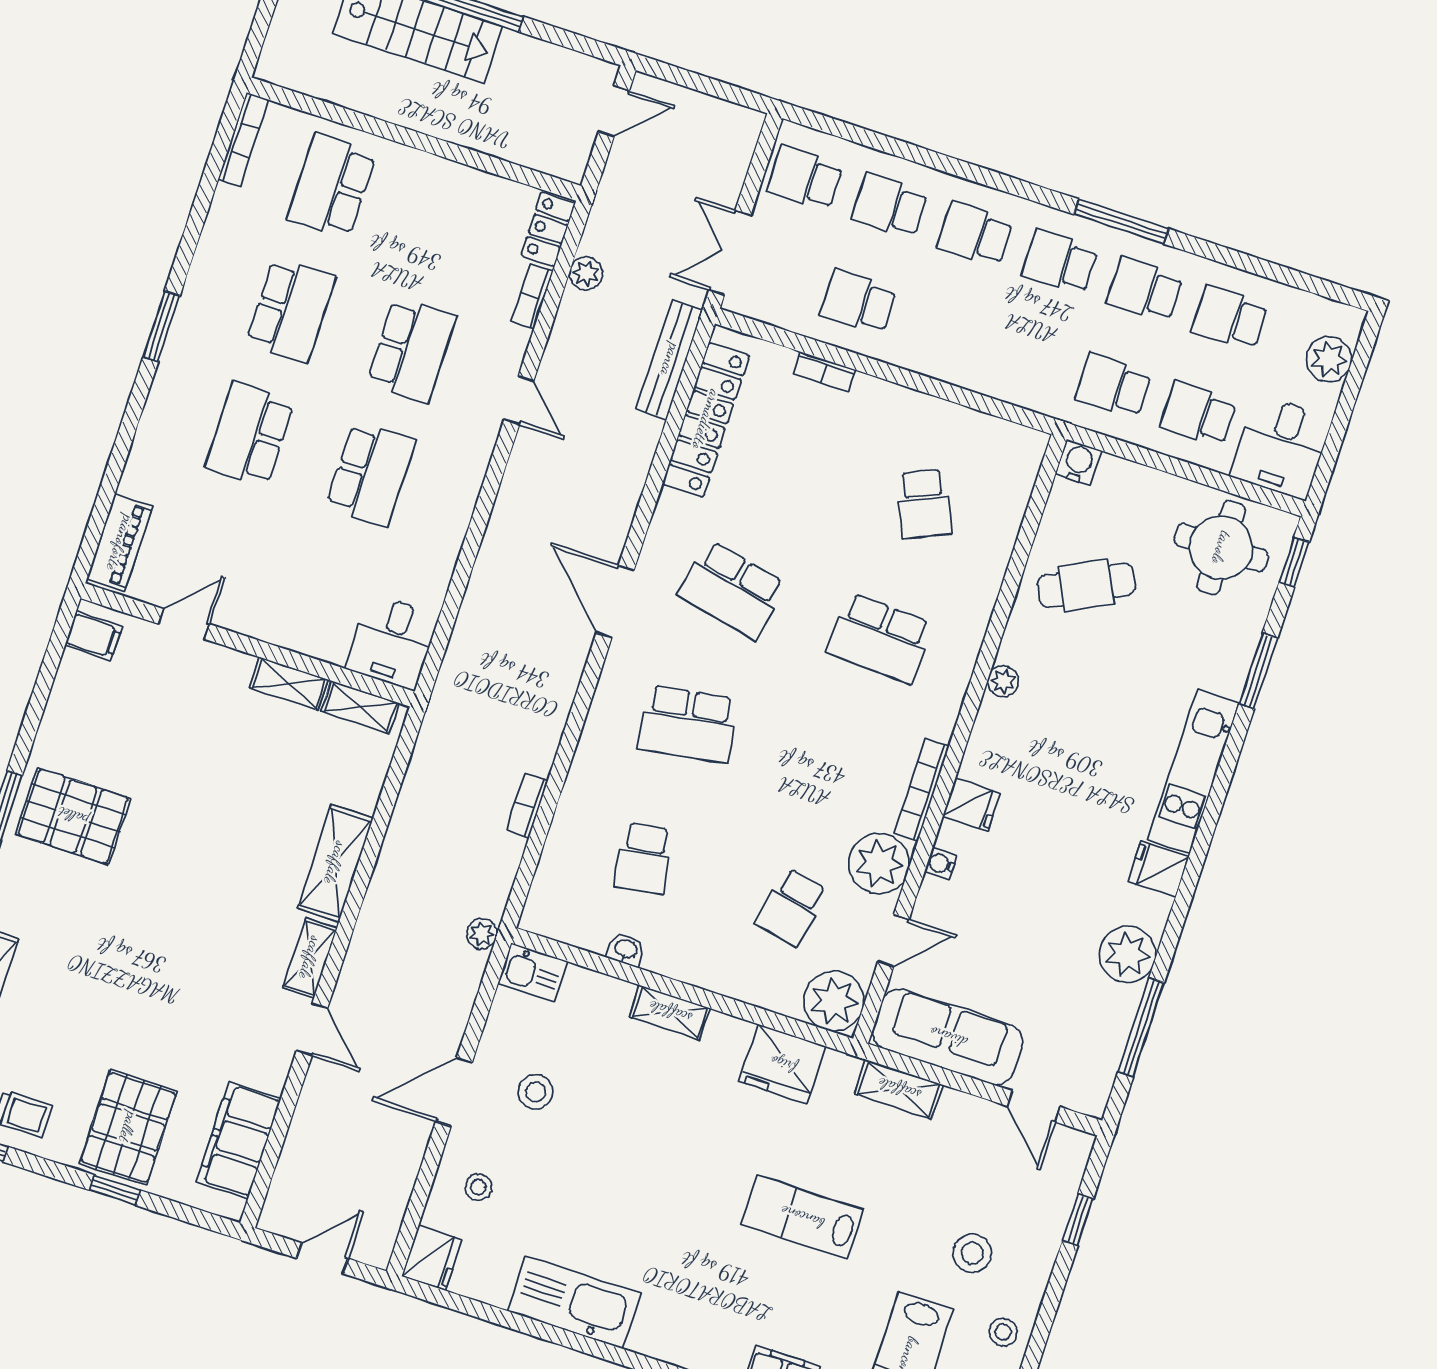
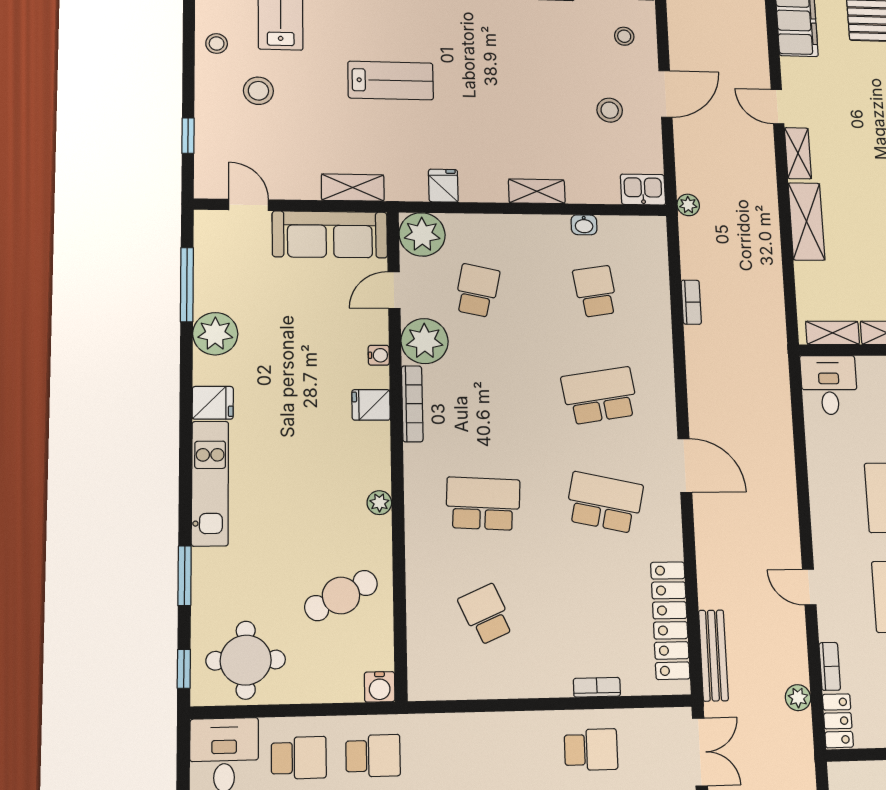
fridge: (783, 1064) -> (443, 186), width x0.53, depth x0.75

